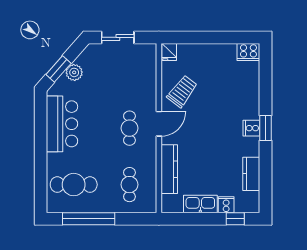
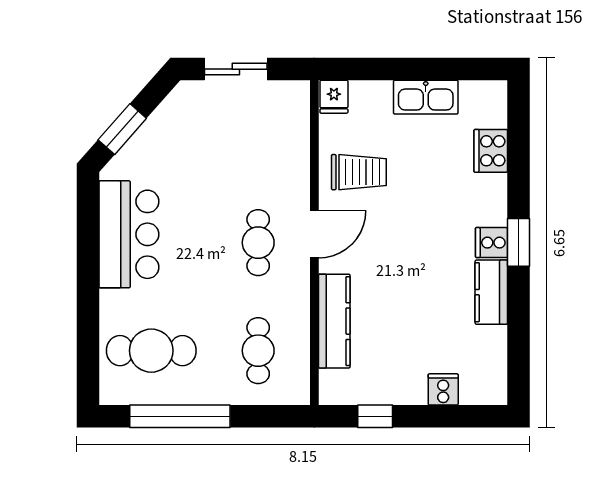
cooker: (248, 52) -> (491, 151), moved, turned 90
plant: (74, 72) -> (152, 136), removed
trolley: (182, 91) -> (359, 172), turned 53
kitchen counter: (251, 174) -> (491, 292), moved
kitchen sink: (200, 204) -> (426, 97), moved, turned 180
window: (235, 219) -> (375, 416), moved

